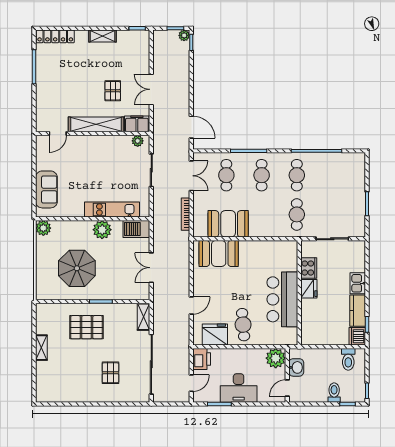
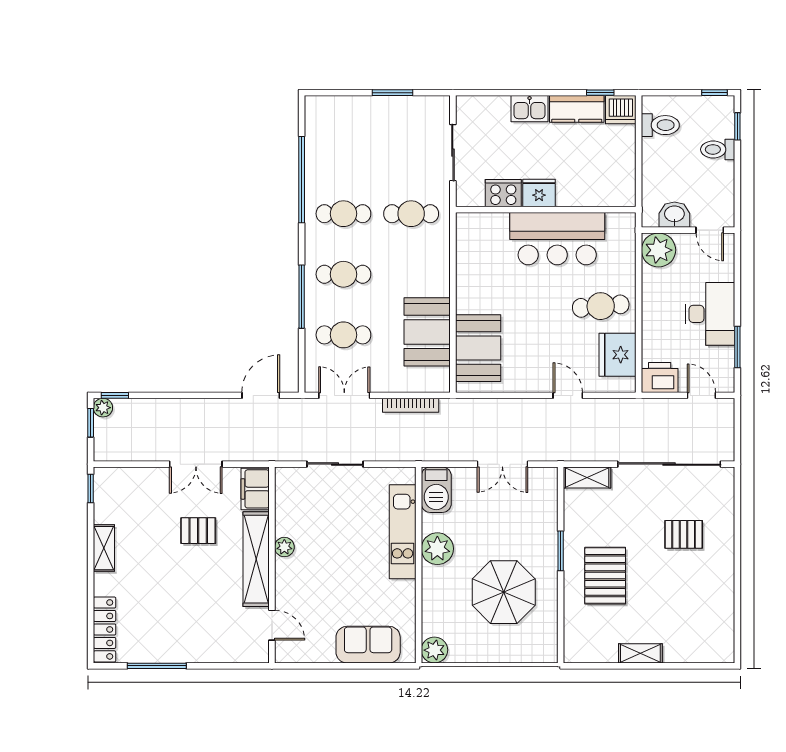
plant: (138, 141) -> (284, 547), moved

